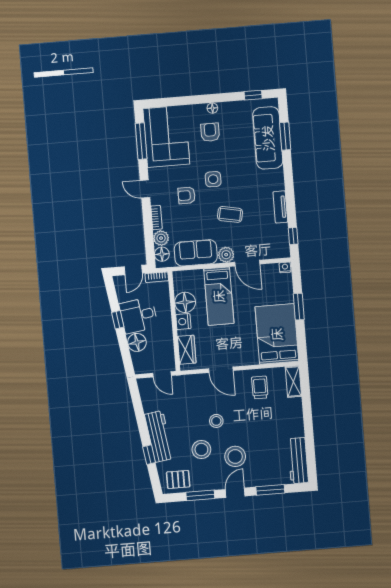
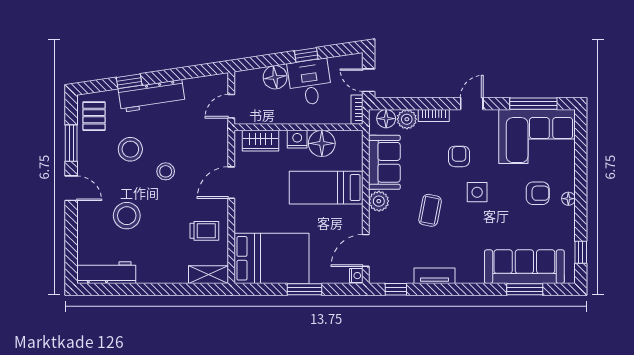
door: (247, 263) -> (366, 250), moved
stool: (235, 456) -> (127, 216), moved
window: (270, 490) -> (71, 234), removed

